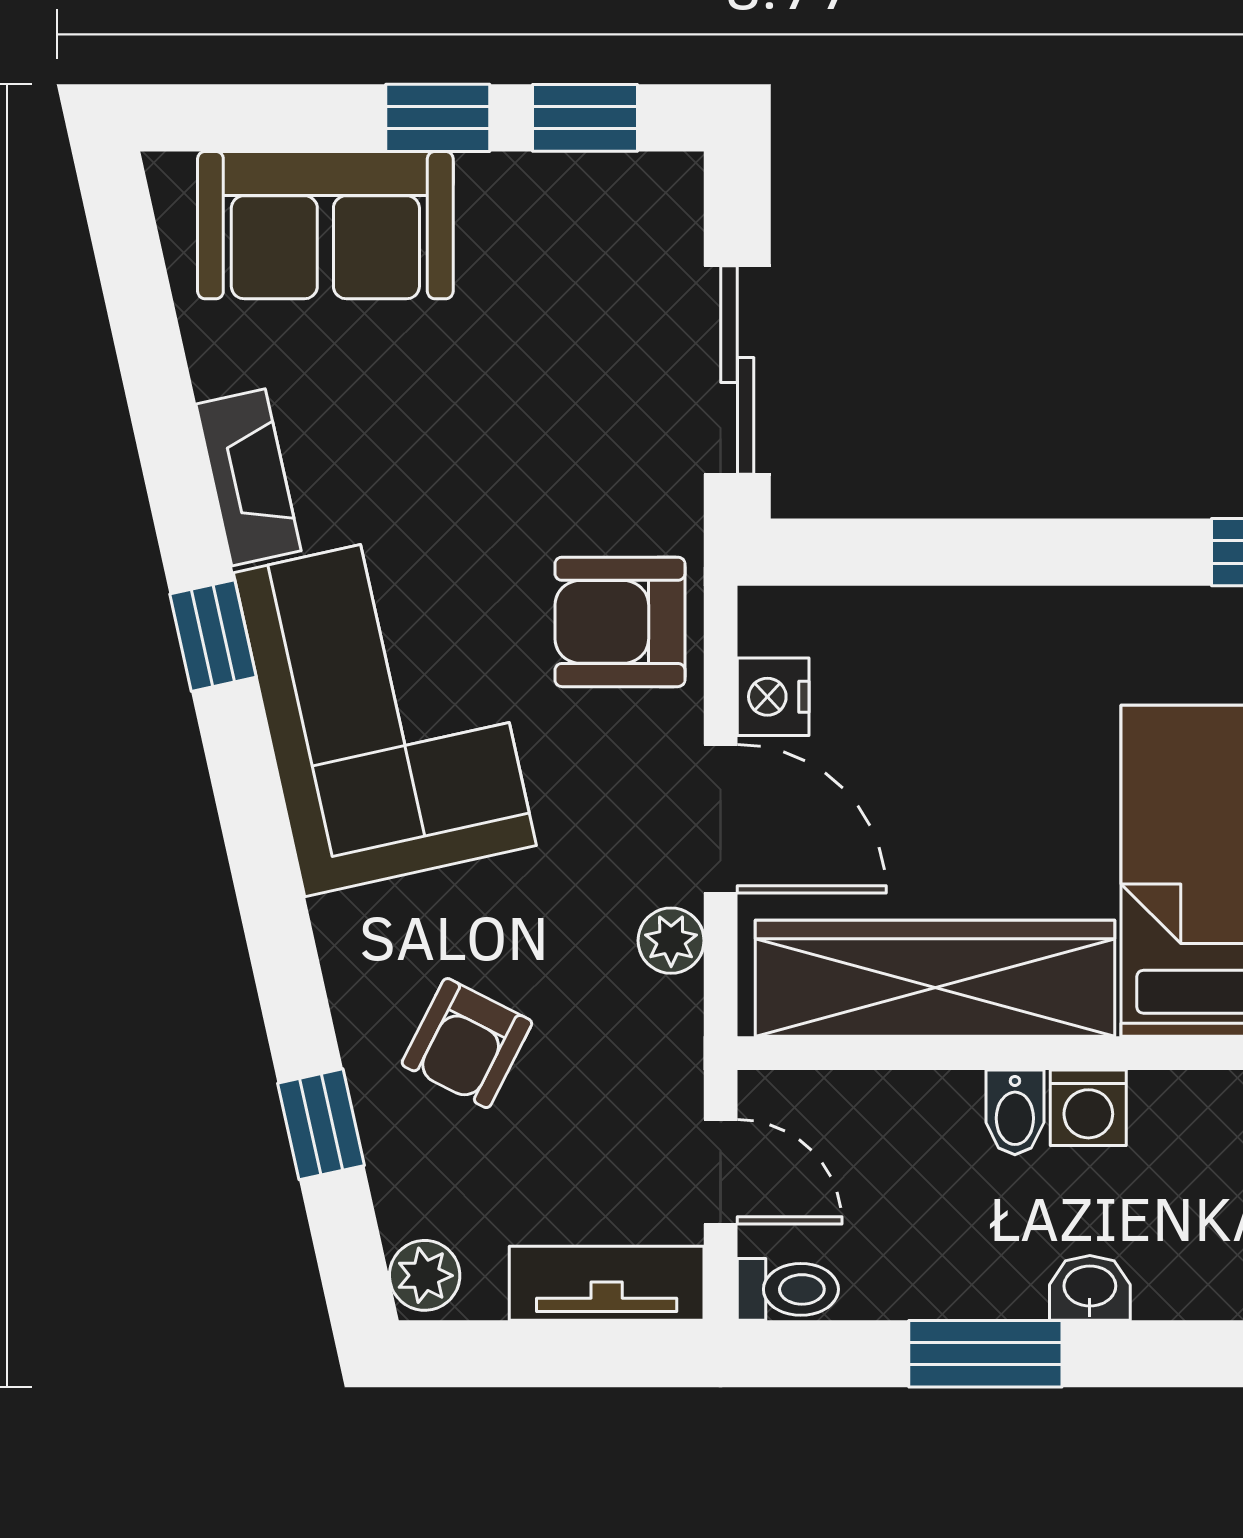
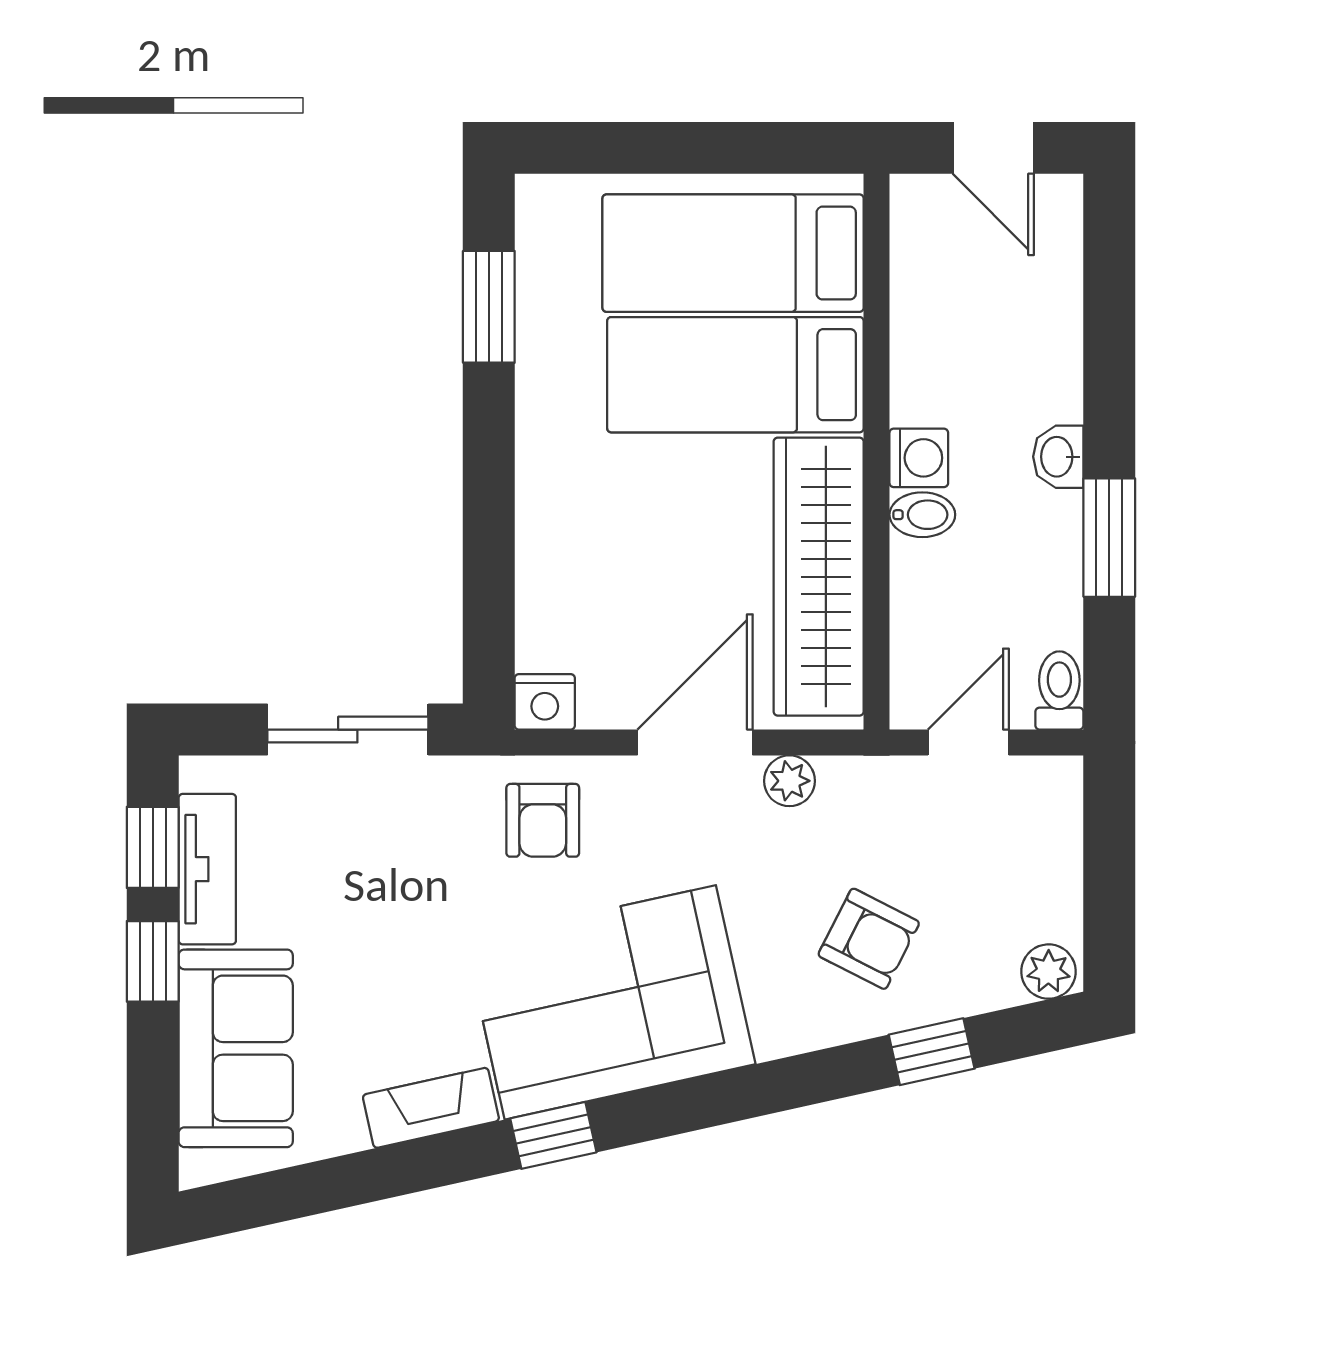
armchair: (620, 622) -> (543, 820), width x0.72, depth x0.72
nightstand: (773, 697) -> (545, 702), moved
tv unit: (607, 1283) -> (207, 869), moved, turned 180

